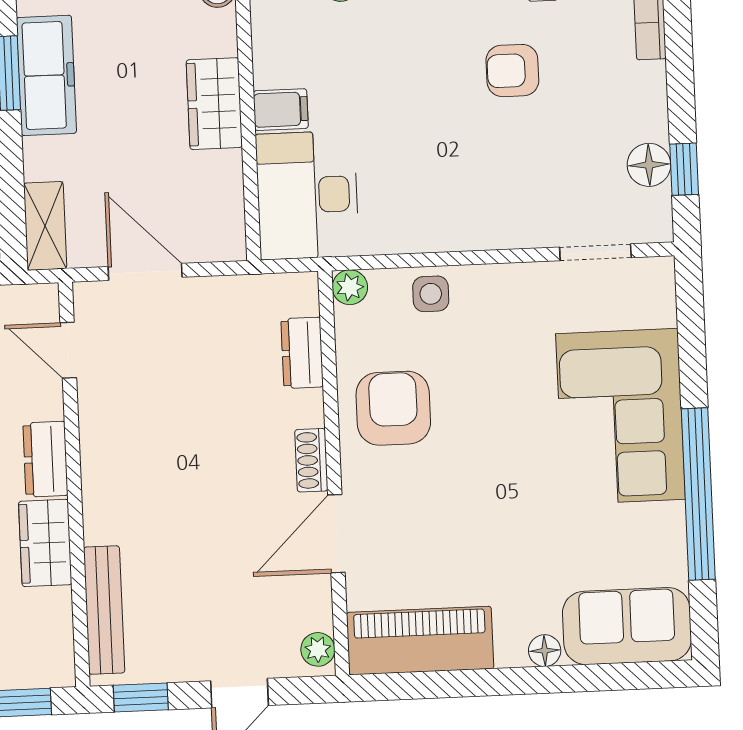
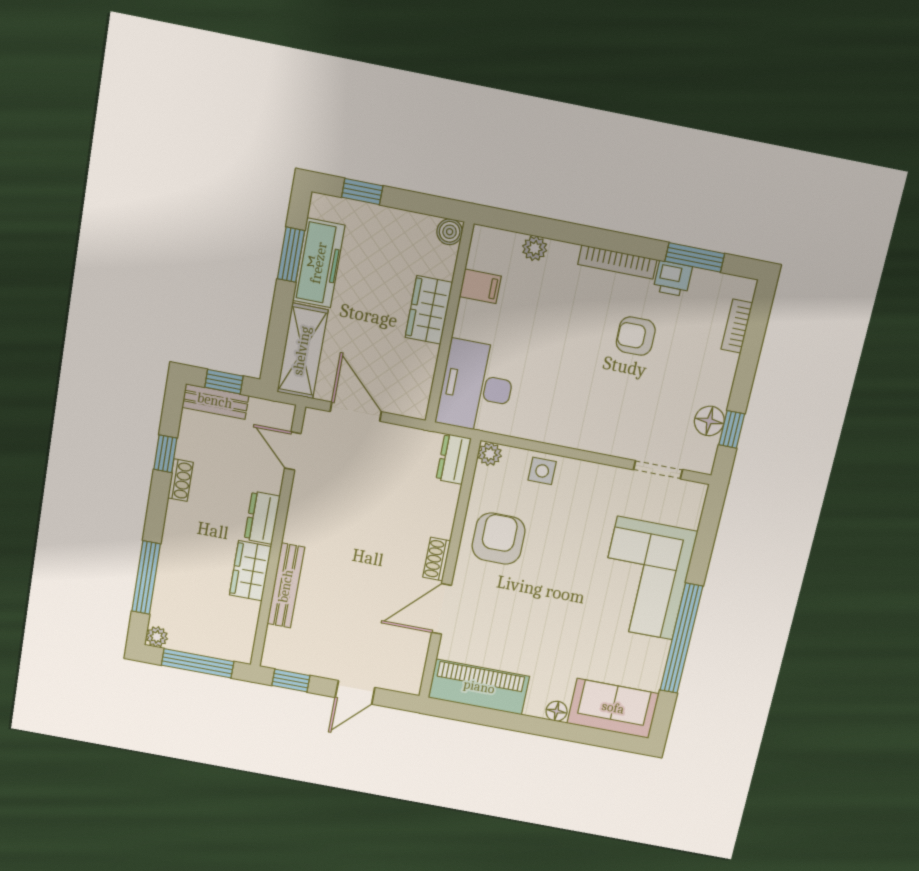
filing cabinet: (281, 110) -> (480, 286), moved
shelving: (45, 226) -> (302, 351), width x1.50, depth x1.33
dresser: (302, 353) -> (454, 459), moved
bench: (104, 610) -> (286, 586), moved
plant: (318, 649) -> (412, 677), removed

